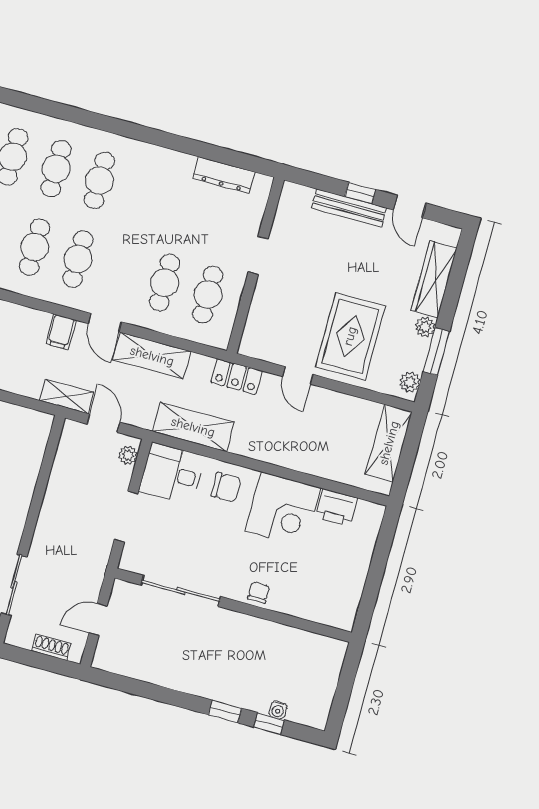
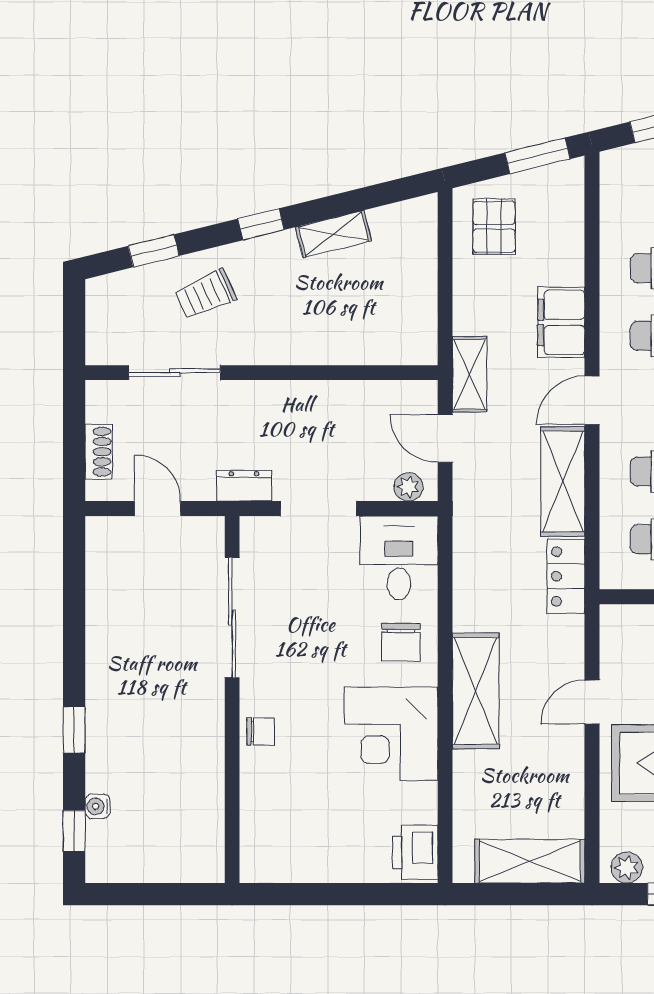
filing cabinet: (61, 332) -> (561, 322), width x2.00
locker: (237, 377) -> (566, 576), moved
door: (104, 423) -> (445, 439), swing flipped
shelving: (193, 427) -> (476, 691), moved
printer: (336, 508) -> (415, 852), moved
dresser: (99, 560) -> (244, 486), added
window: (269, 724) -> (74, 831), moved

